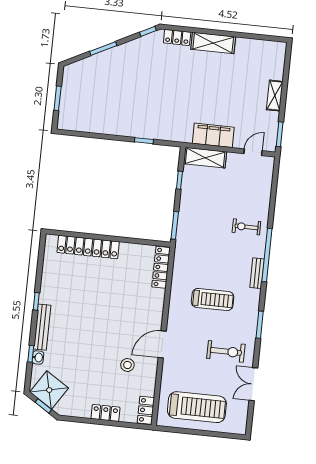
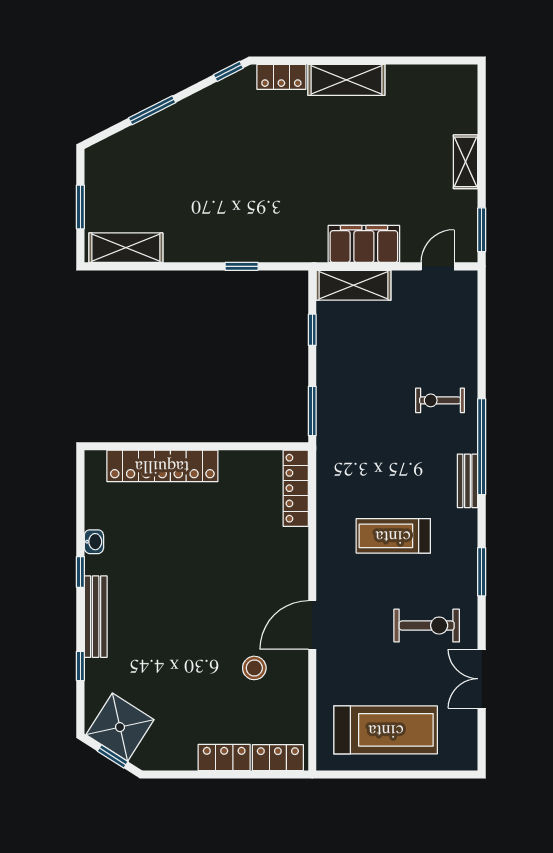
shelving: (81, 124) -> (126, 248), added
treadmill: (213, 300) -> (393, 536), turned 180
washbasin: (38, 357) -> (94, 542), moved
locker: (146, 410) -> (278, 758), moved, turned 90

